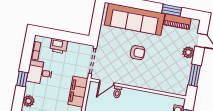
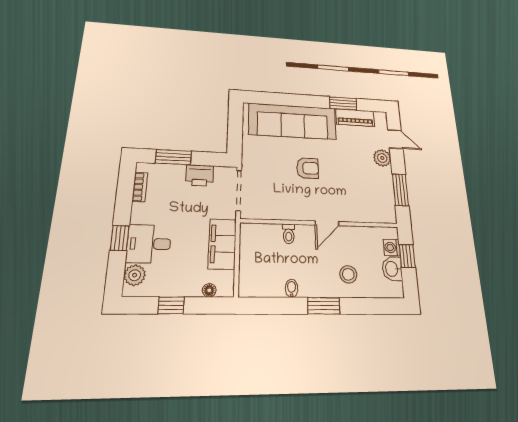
window: (57, 34) -> (173, 157), added
printer: (59, 46) -> (200, 175), moved
desk: (40, 73) -> (149, 244), moved
door: (107, 83) -> (327, 223), moved

